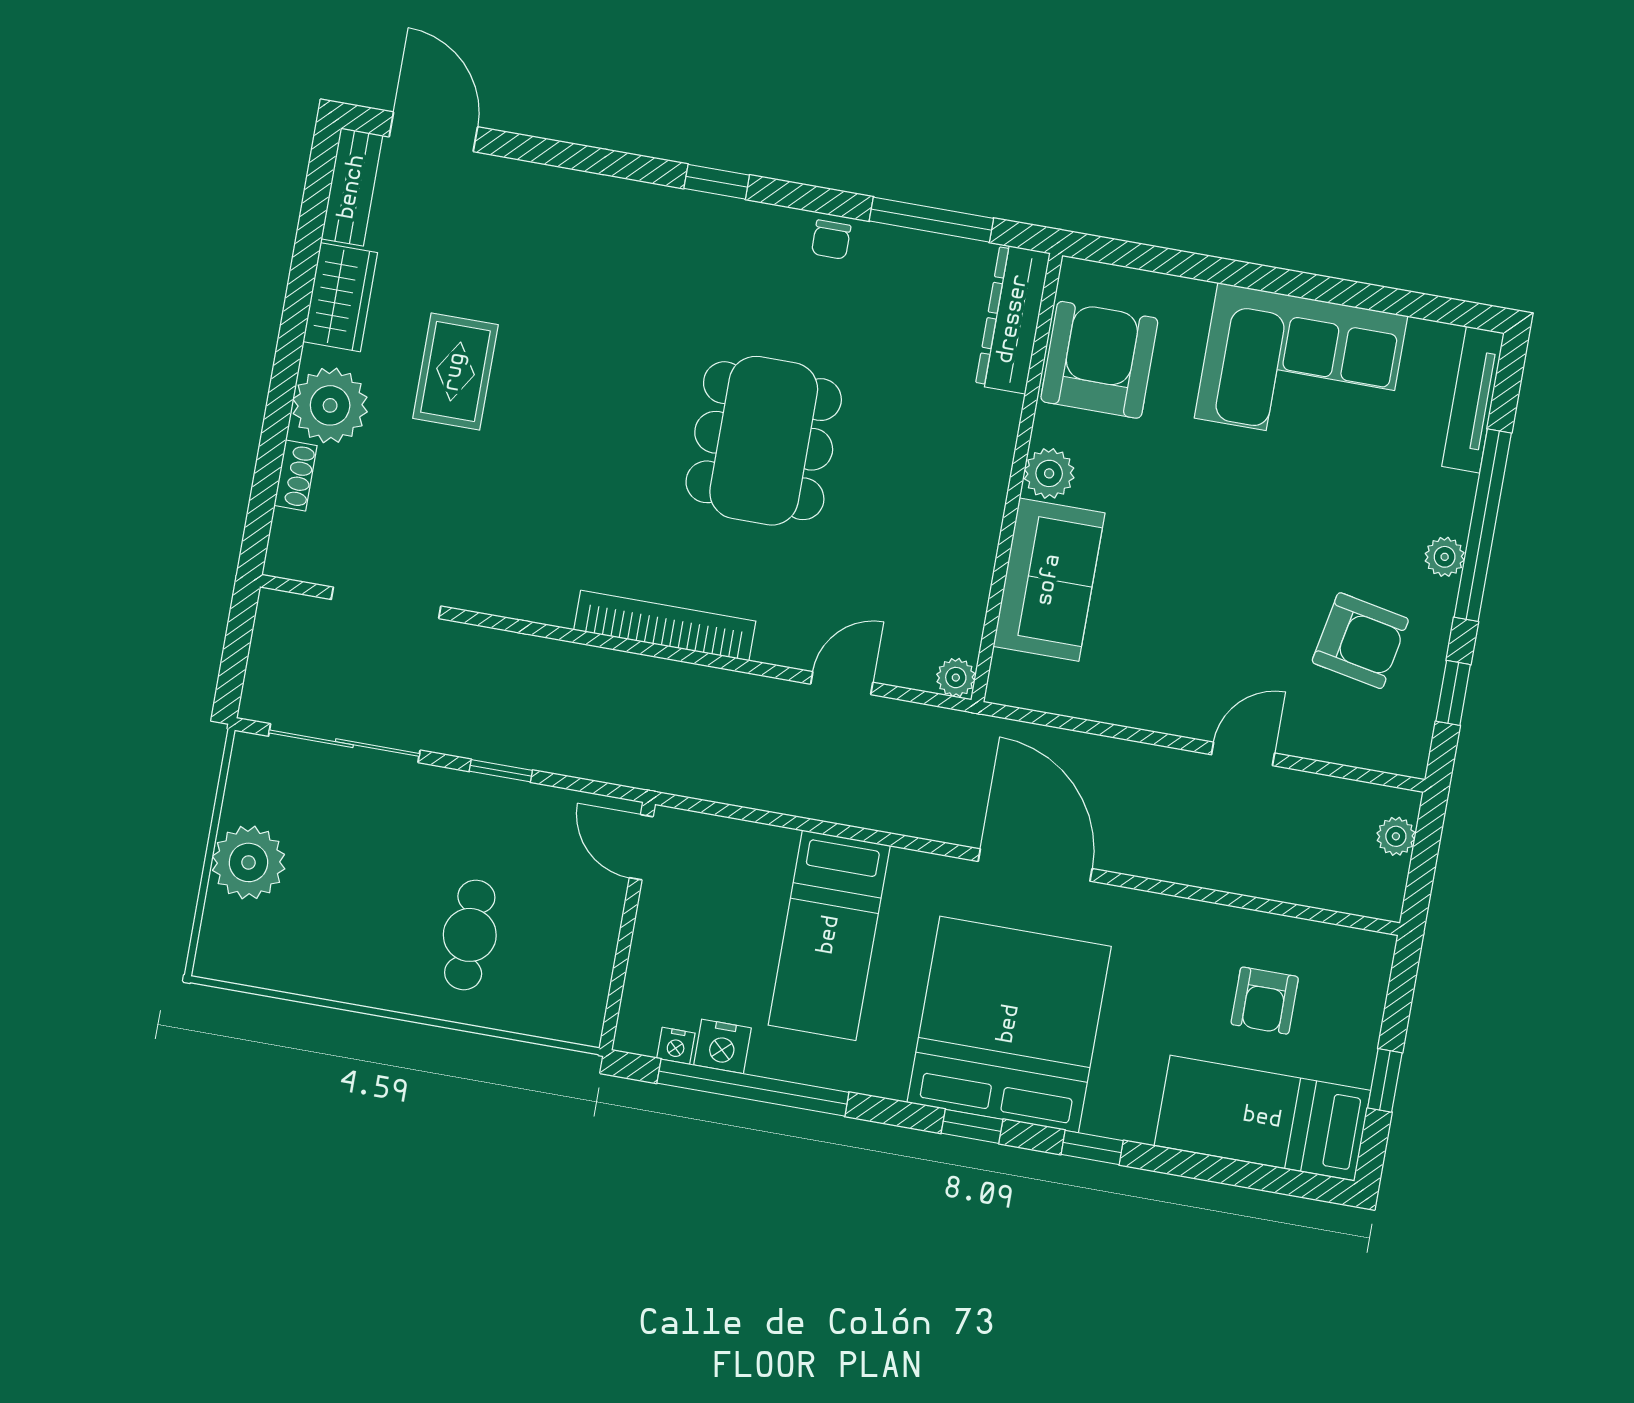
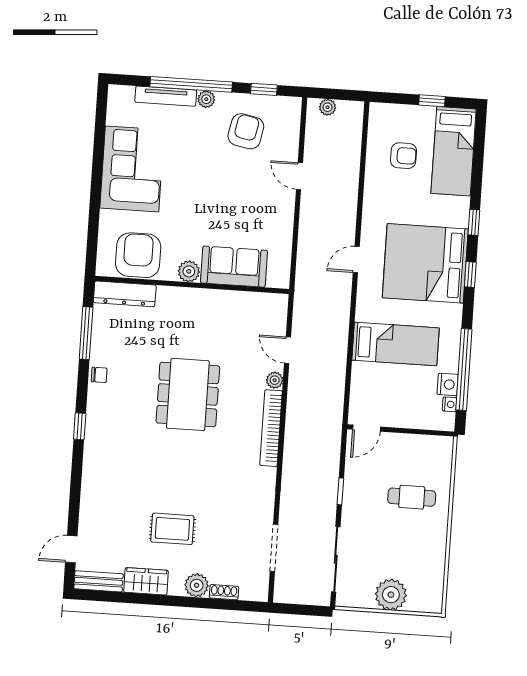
door: (433, 132) -> (71, 549), width x0.73
armchair: (1099, 360) -> (138, 255), turned 90
tv unit: (1473, 400) -> (166, 96), moved
plant: (330, 405) -> (197, 585), width x0.73, depth x0.73
dining table: (764, 441) -> (188, 394), turned 90
plant: (956, 678) -> (275, 380), moved
door: (1035, 865) -> (356, 260), width x0.53

